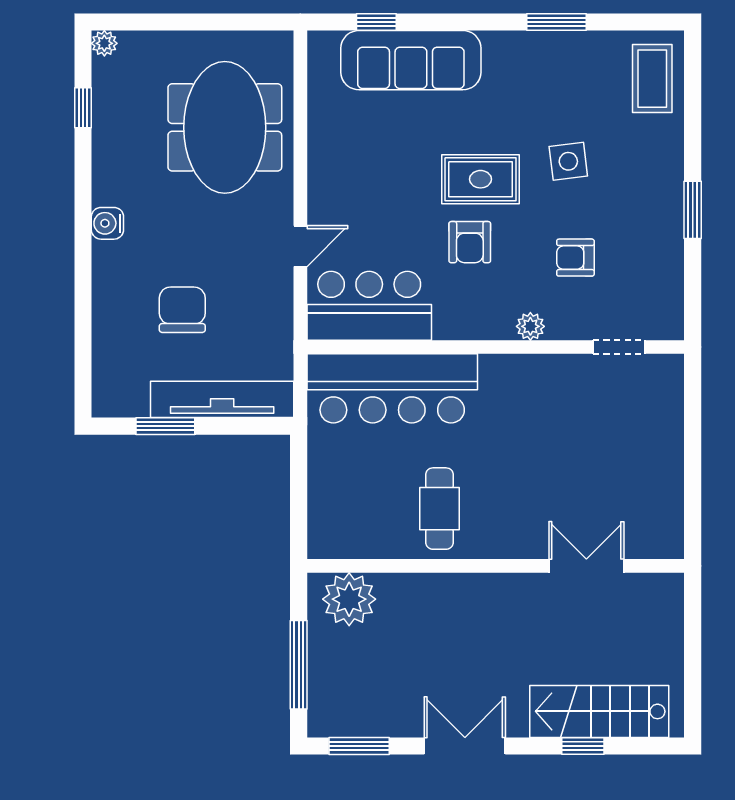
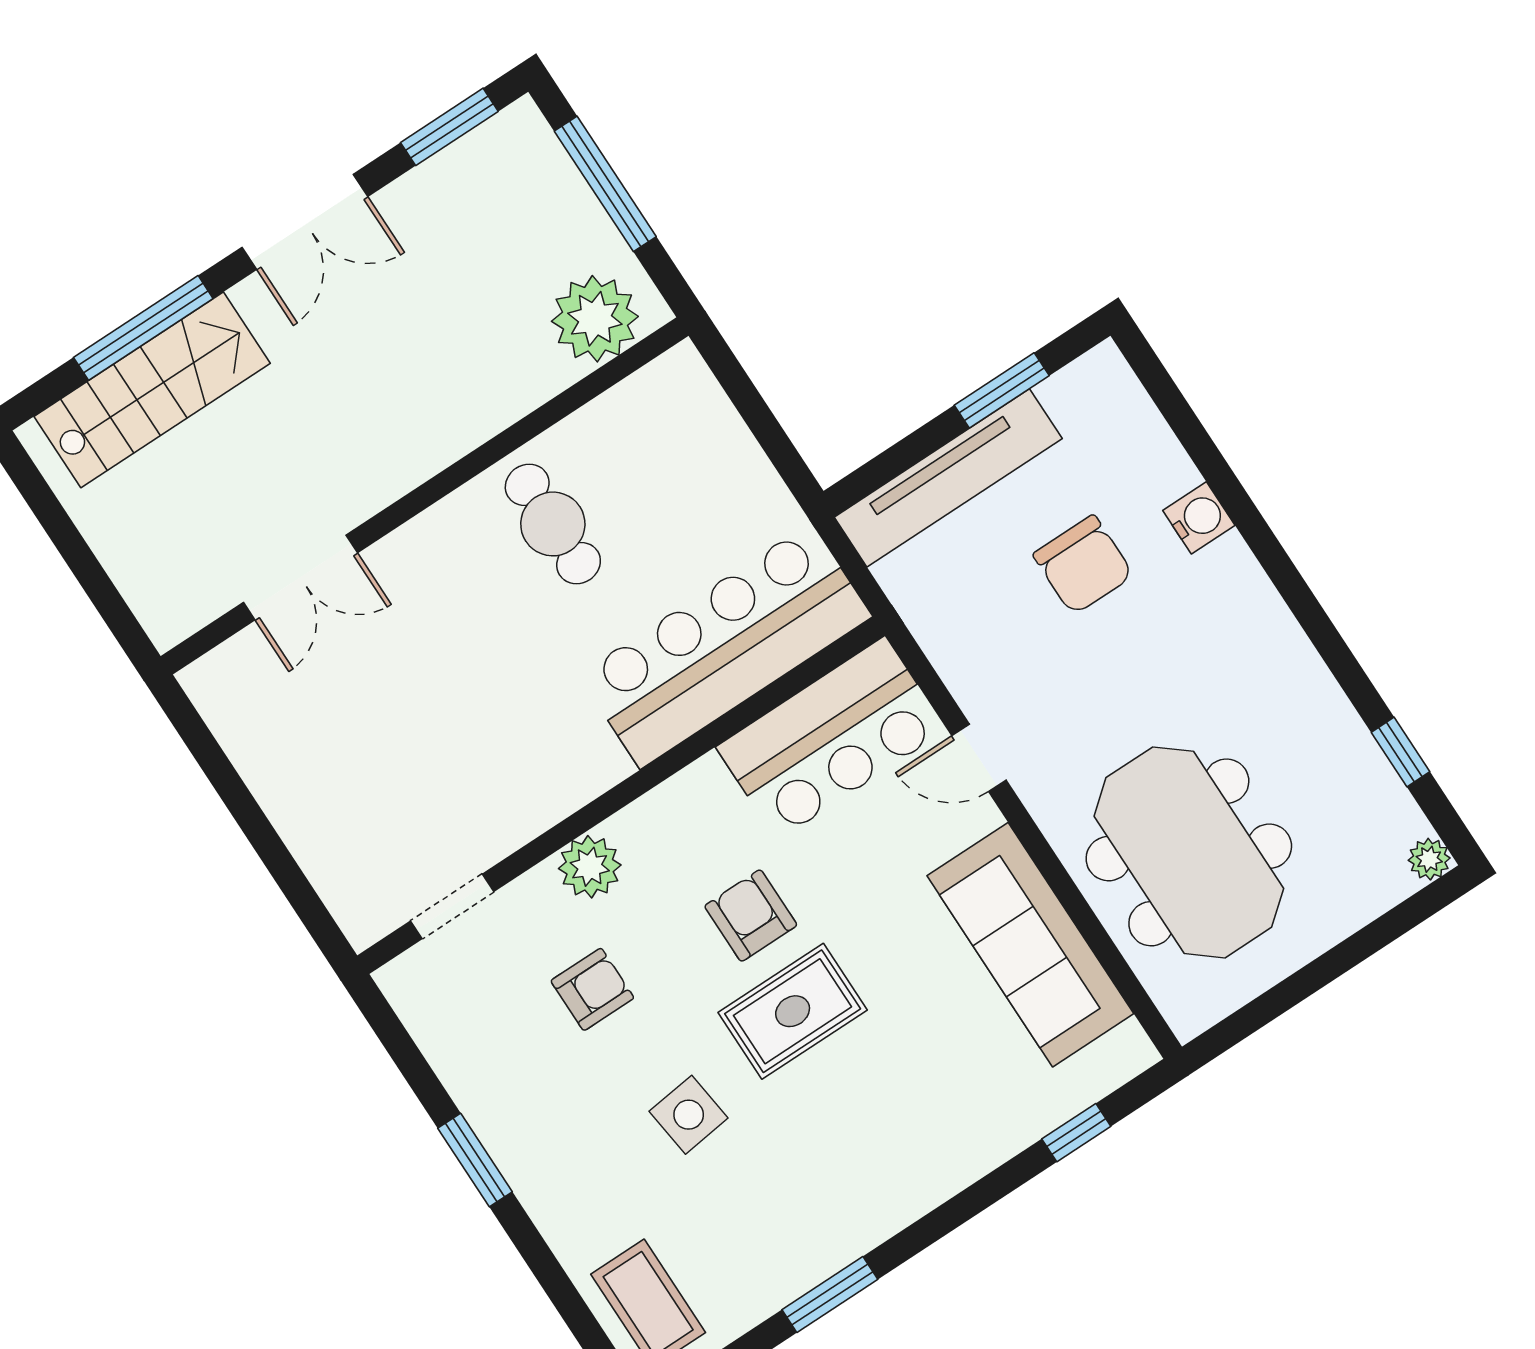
sofa: (411, 60) -> (1030, 945), moved, turned -90
water cooler: (107, 223) -> (1199, 518), moved
door: (300, 246) -> (979, 758), hinge flipped
plant: (530, 326) -> (590, 867), width x1.38, depth x1.38
window: (583, 746) -> (143, 328), width x2.17

